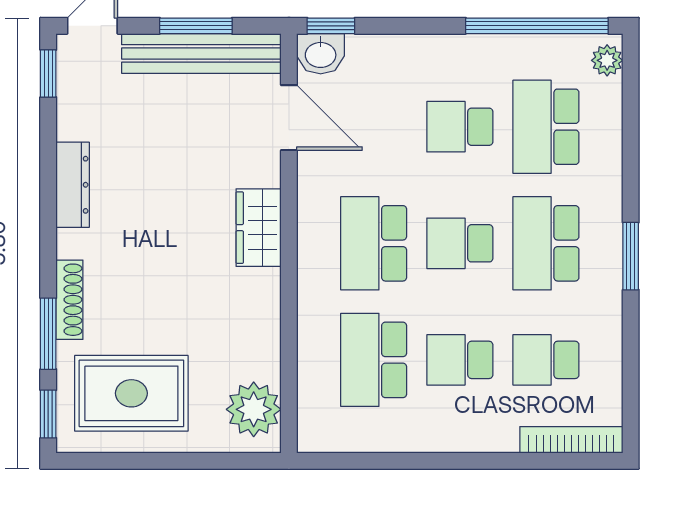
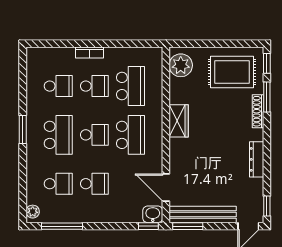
window: (196, 26) -> (188, 226), moved
window: (537, 26) -> (62, 226), width x0.68
school desk: (546, 127) -> (58, 184), width x0.54
wardrobe: (259, 228) -> (179, 121), moved
bookcase: (571, 440) -> (90, 53), moved, width x0.64

